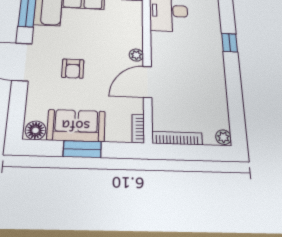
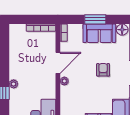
plant: (223, 137) -> (14, 84), moved

